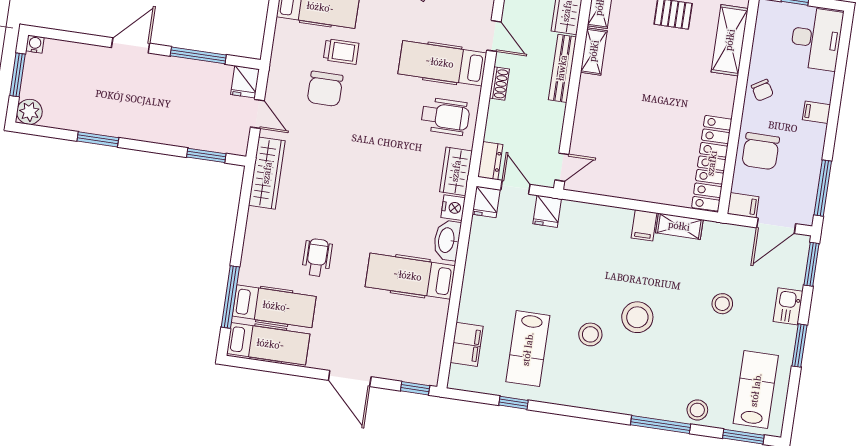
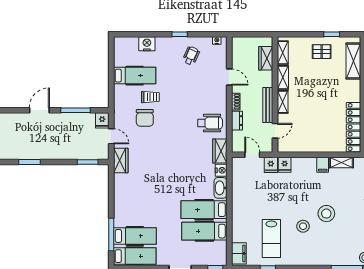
hospital bed: (442, 63) -> (204, 231), moved
bench: (562, 68) -> (268, 105), moved
shelving: (587, 97) -> (283, 102), added
dresser: (490, 161) -> (237, 121), moved
door: (562, 167) -> (275, 131), moved
wardrobe: (267, 173) -> (121, 160), width x0.67
fridge: (486, 202) -> (285, 165), moved
wheelchair: (317, 257) -> (154, 207), removed
filing cabinet: (467, 344) -> (239, 253), moved

